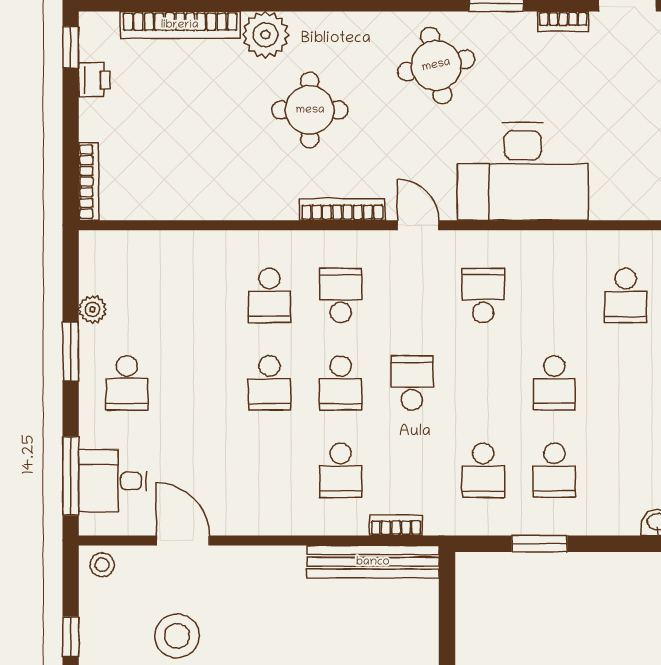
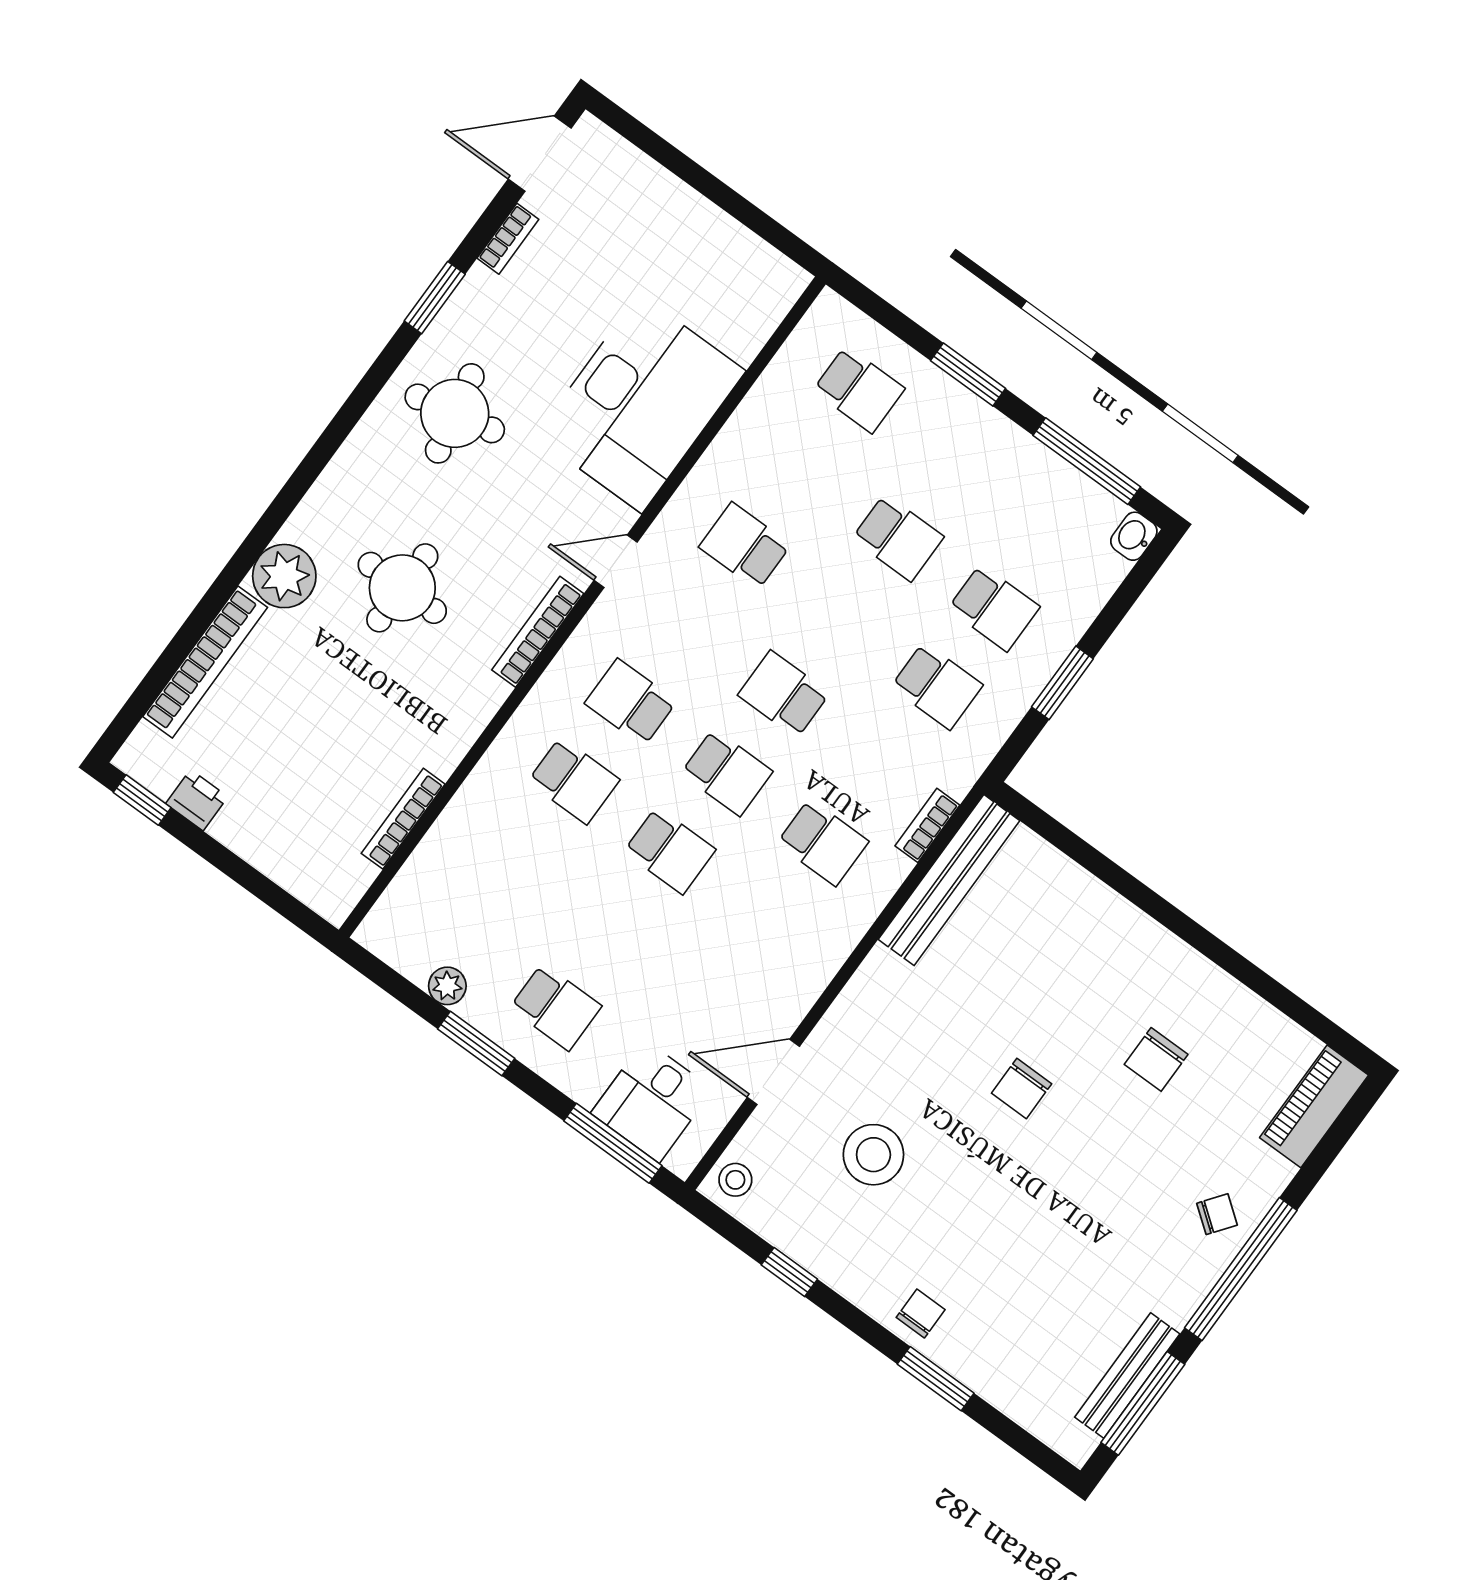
bookcase: (89, 182) -> (403, 819), moved, turned -90

